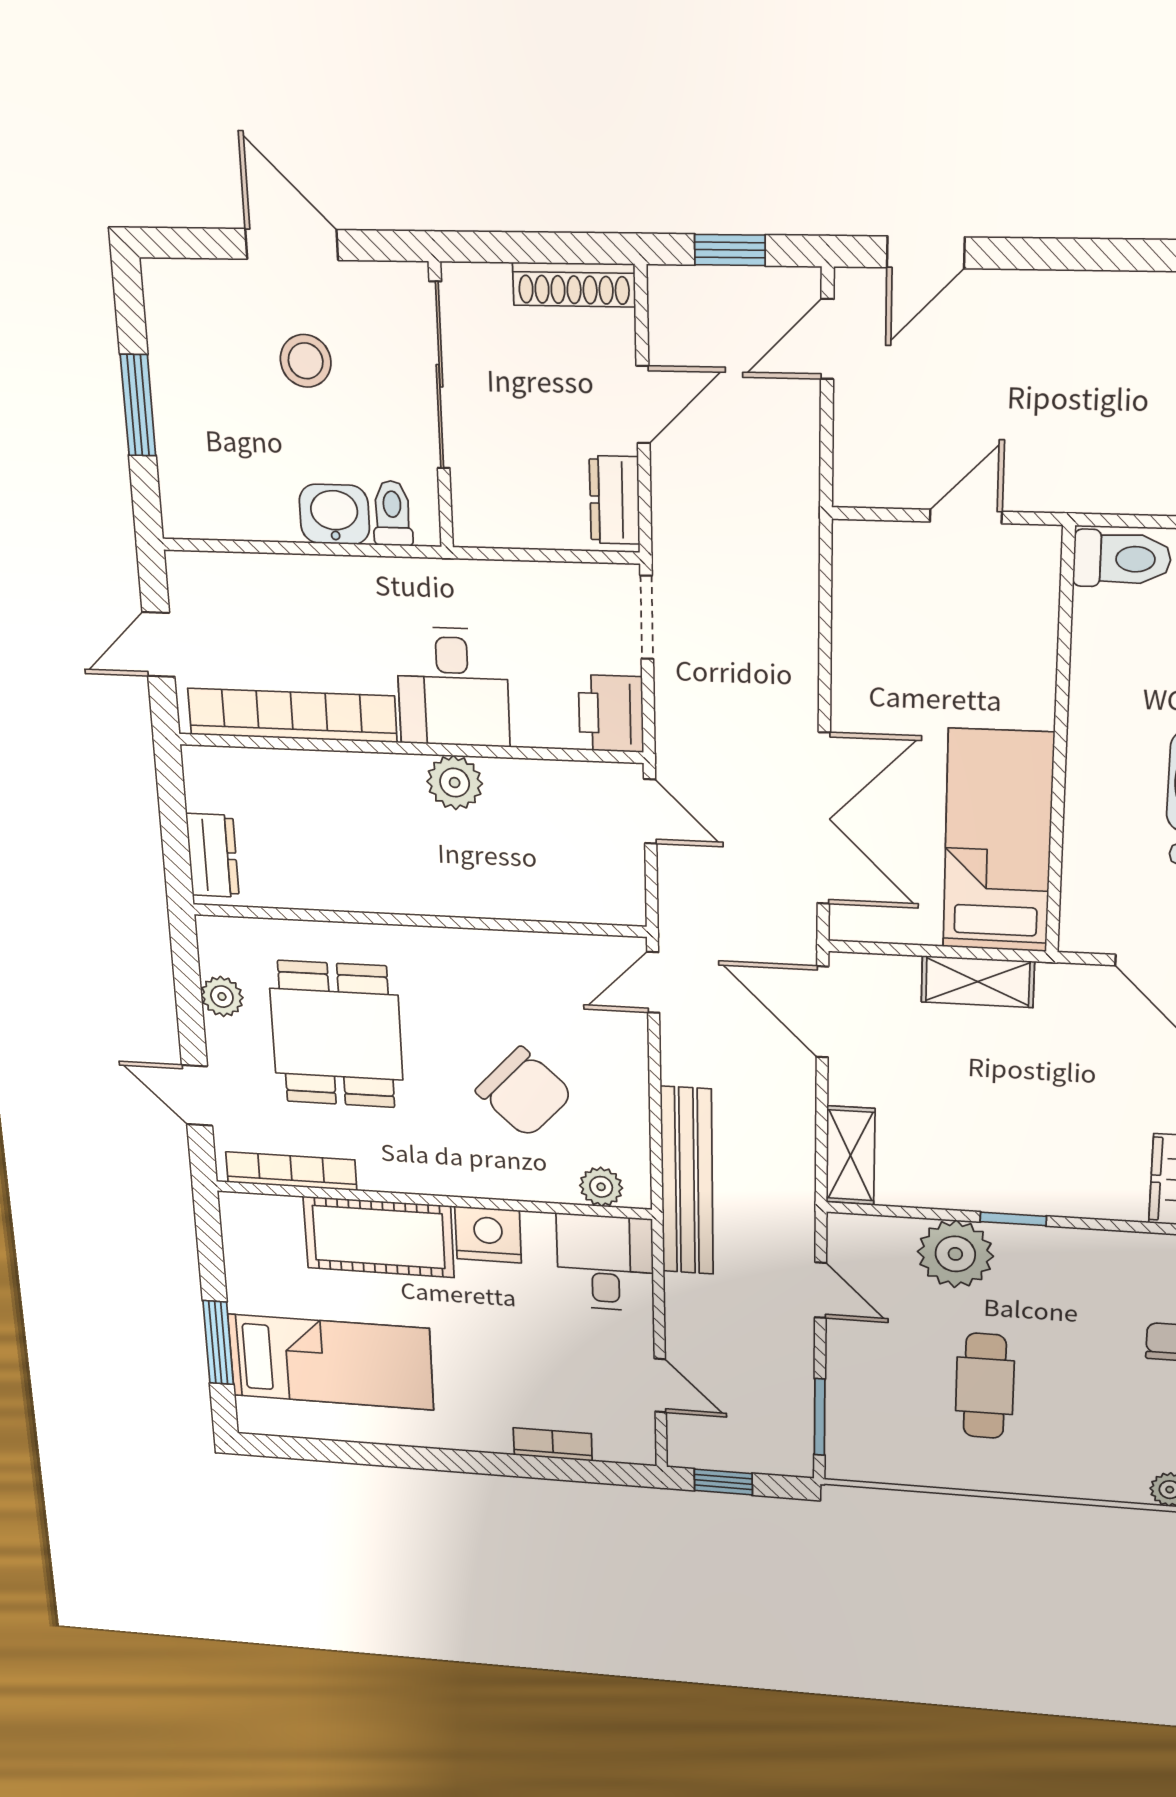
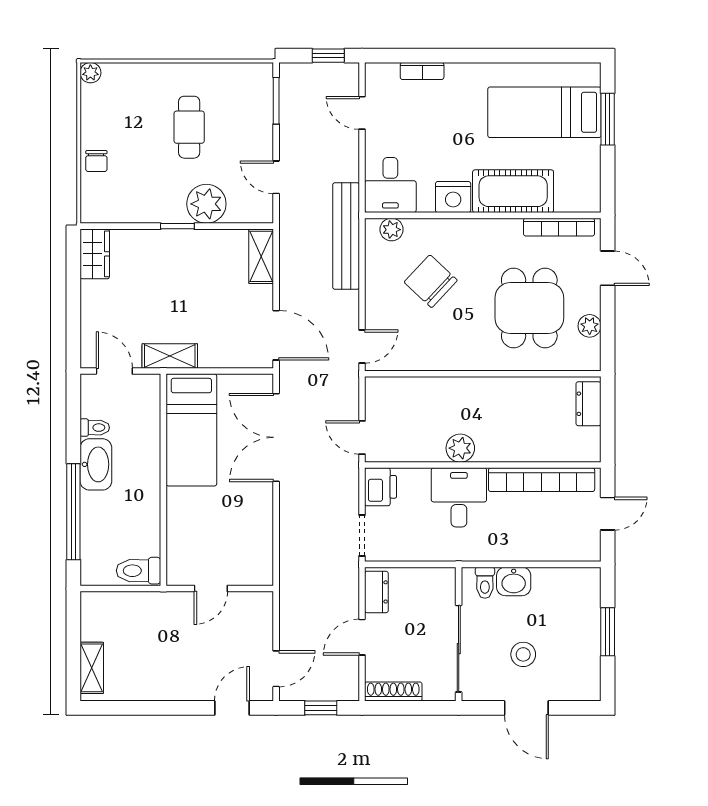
shelving: (978, 982) -> (170, 356), moved

